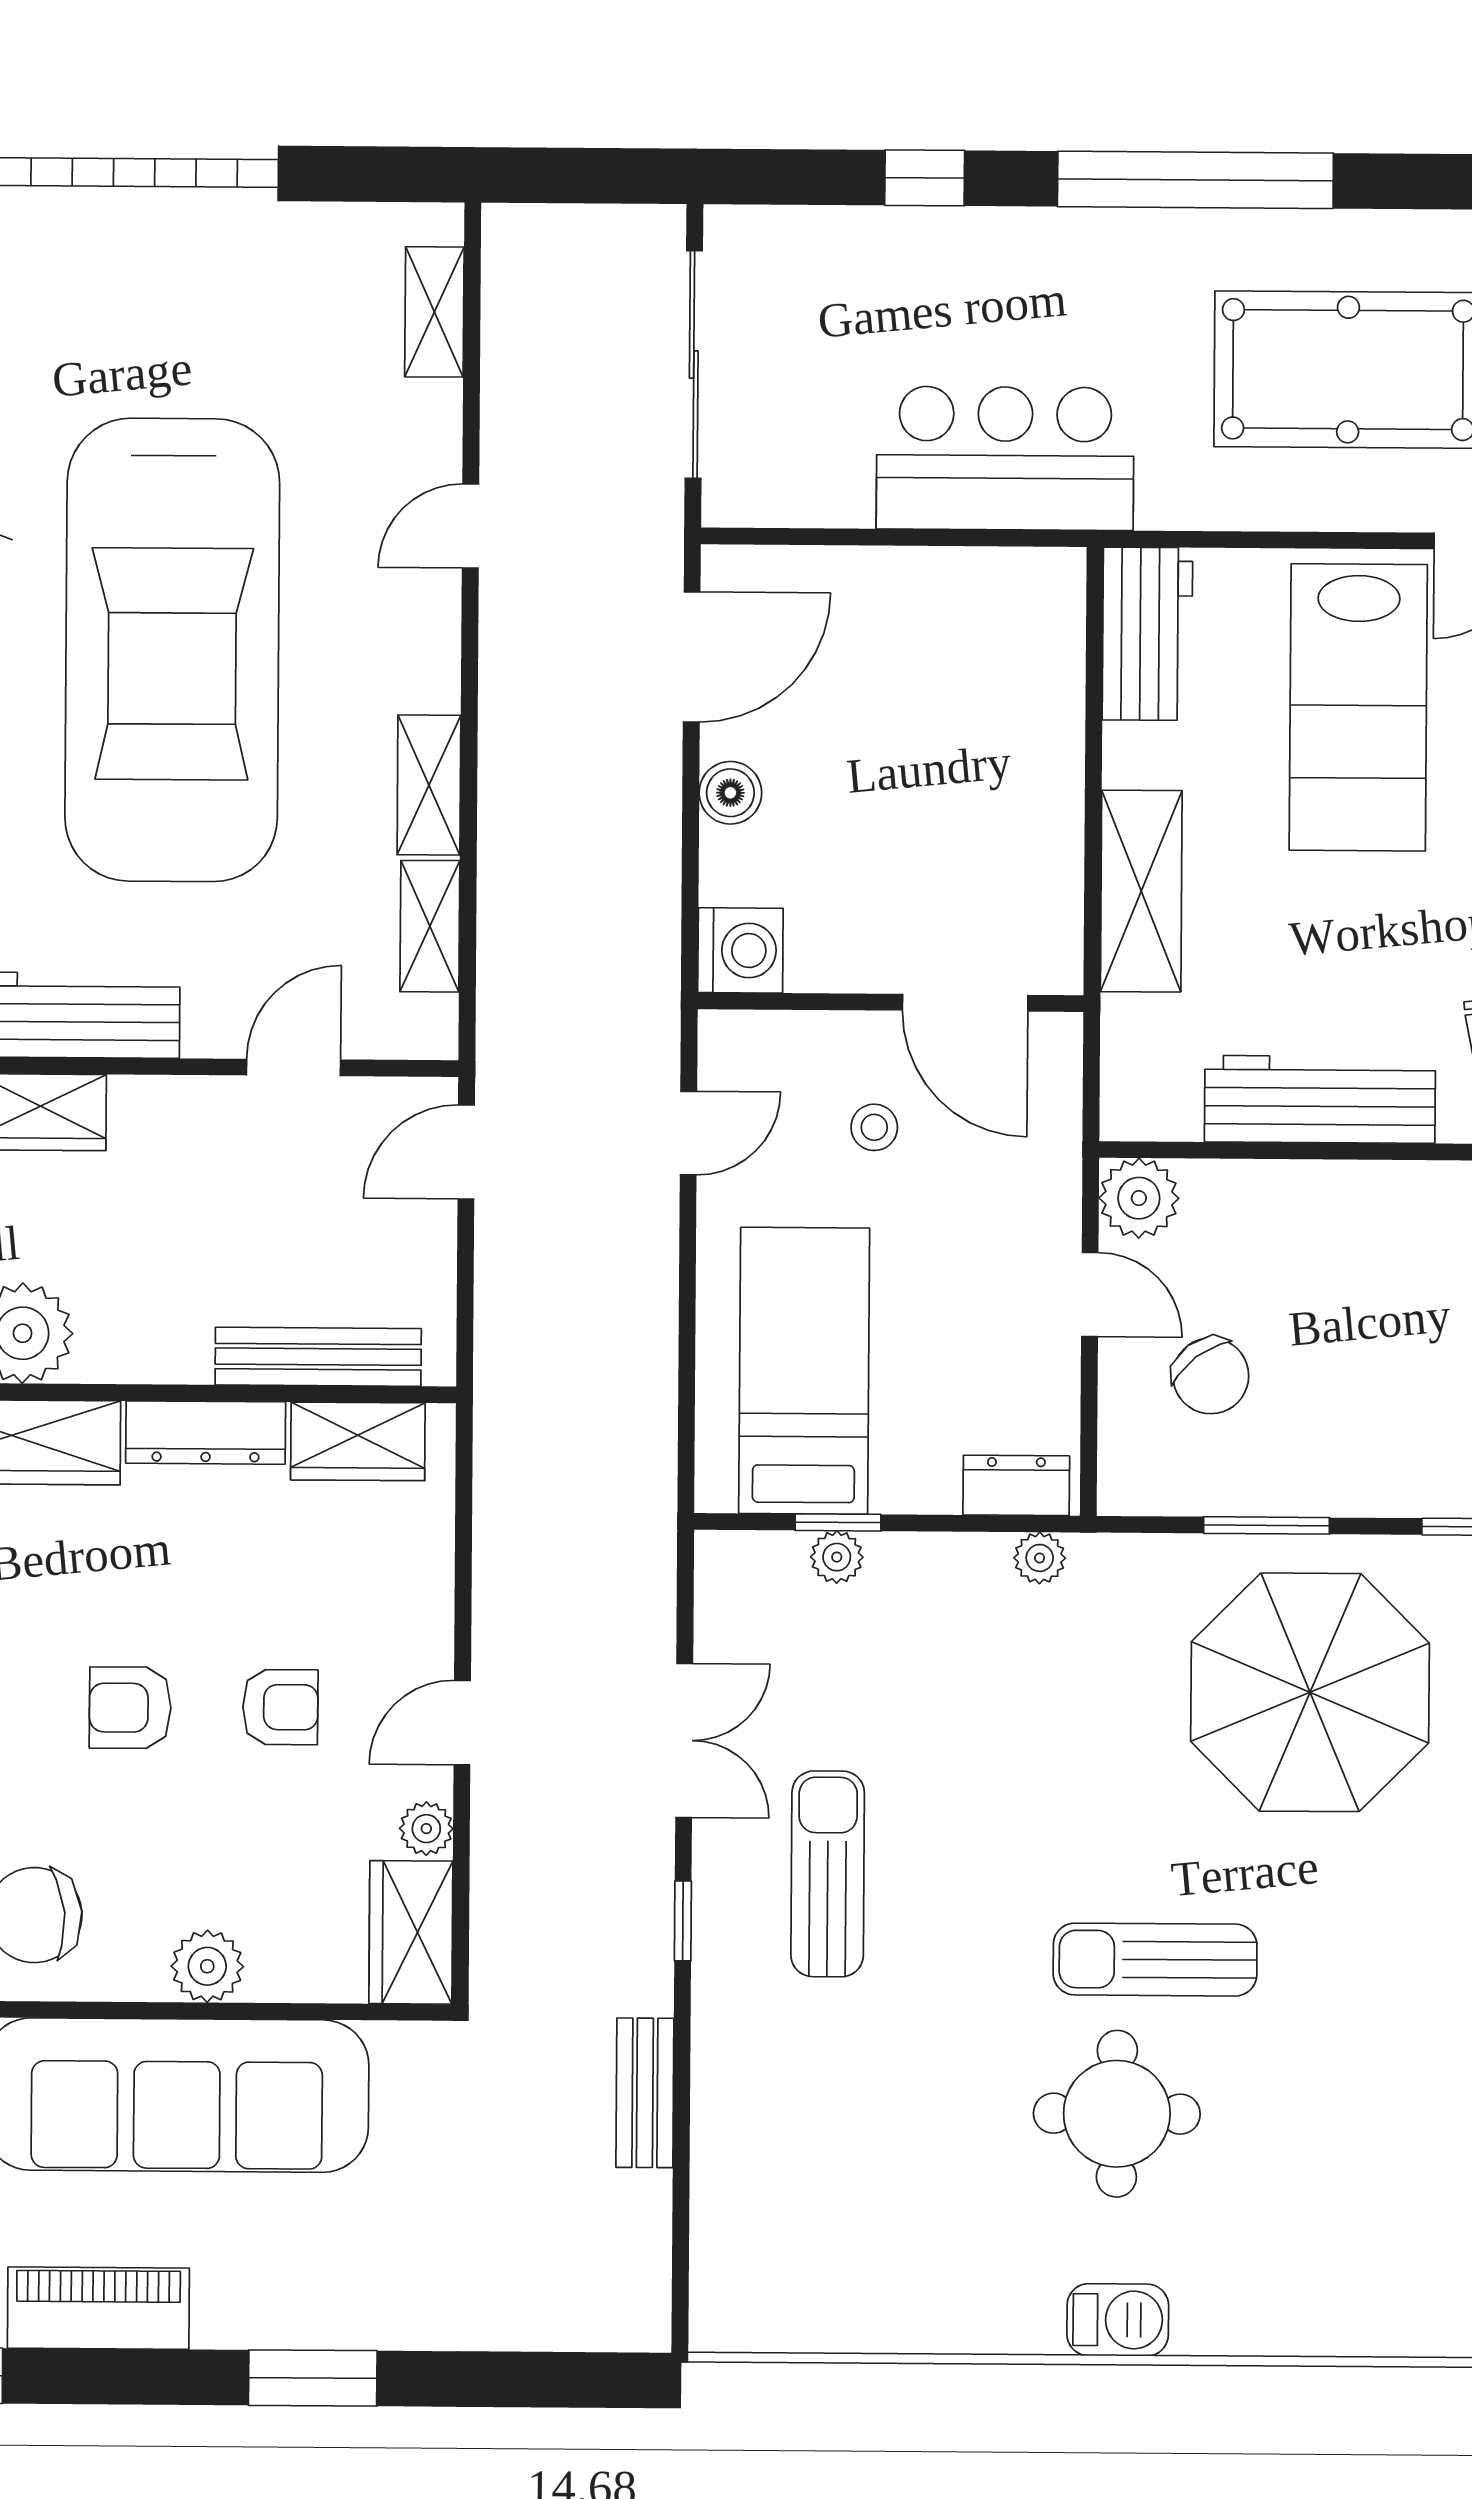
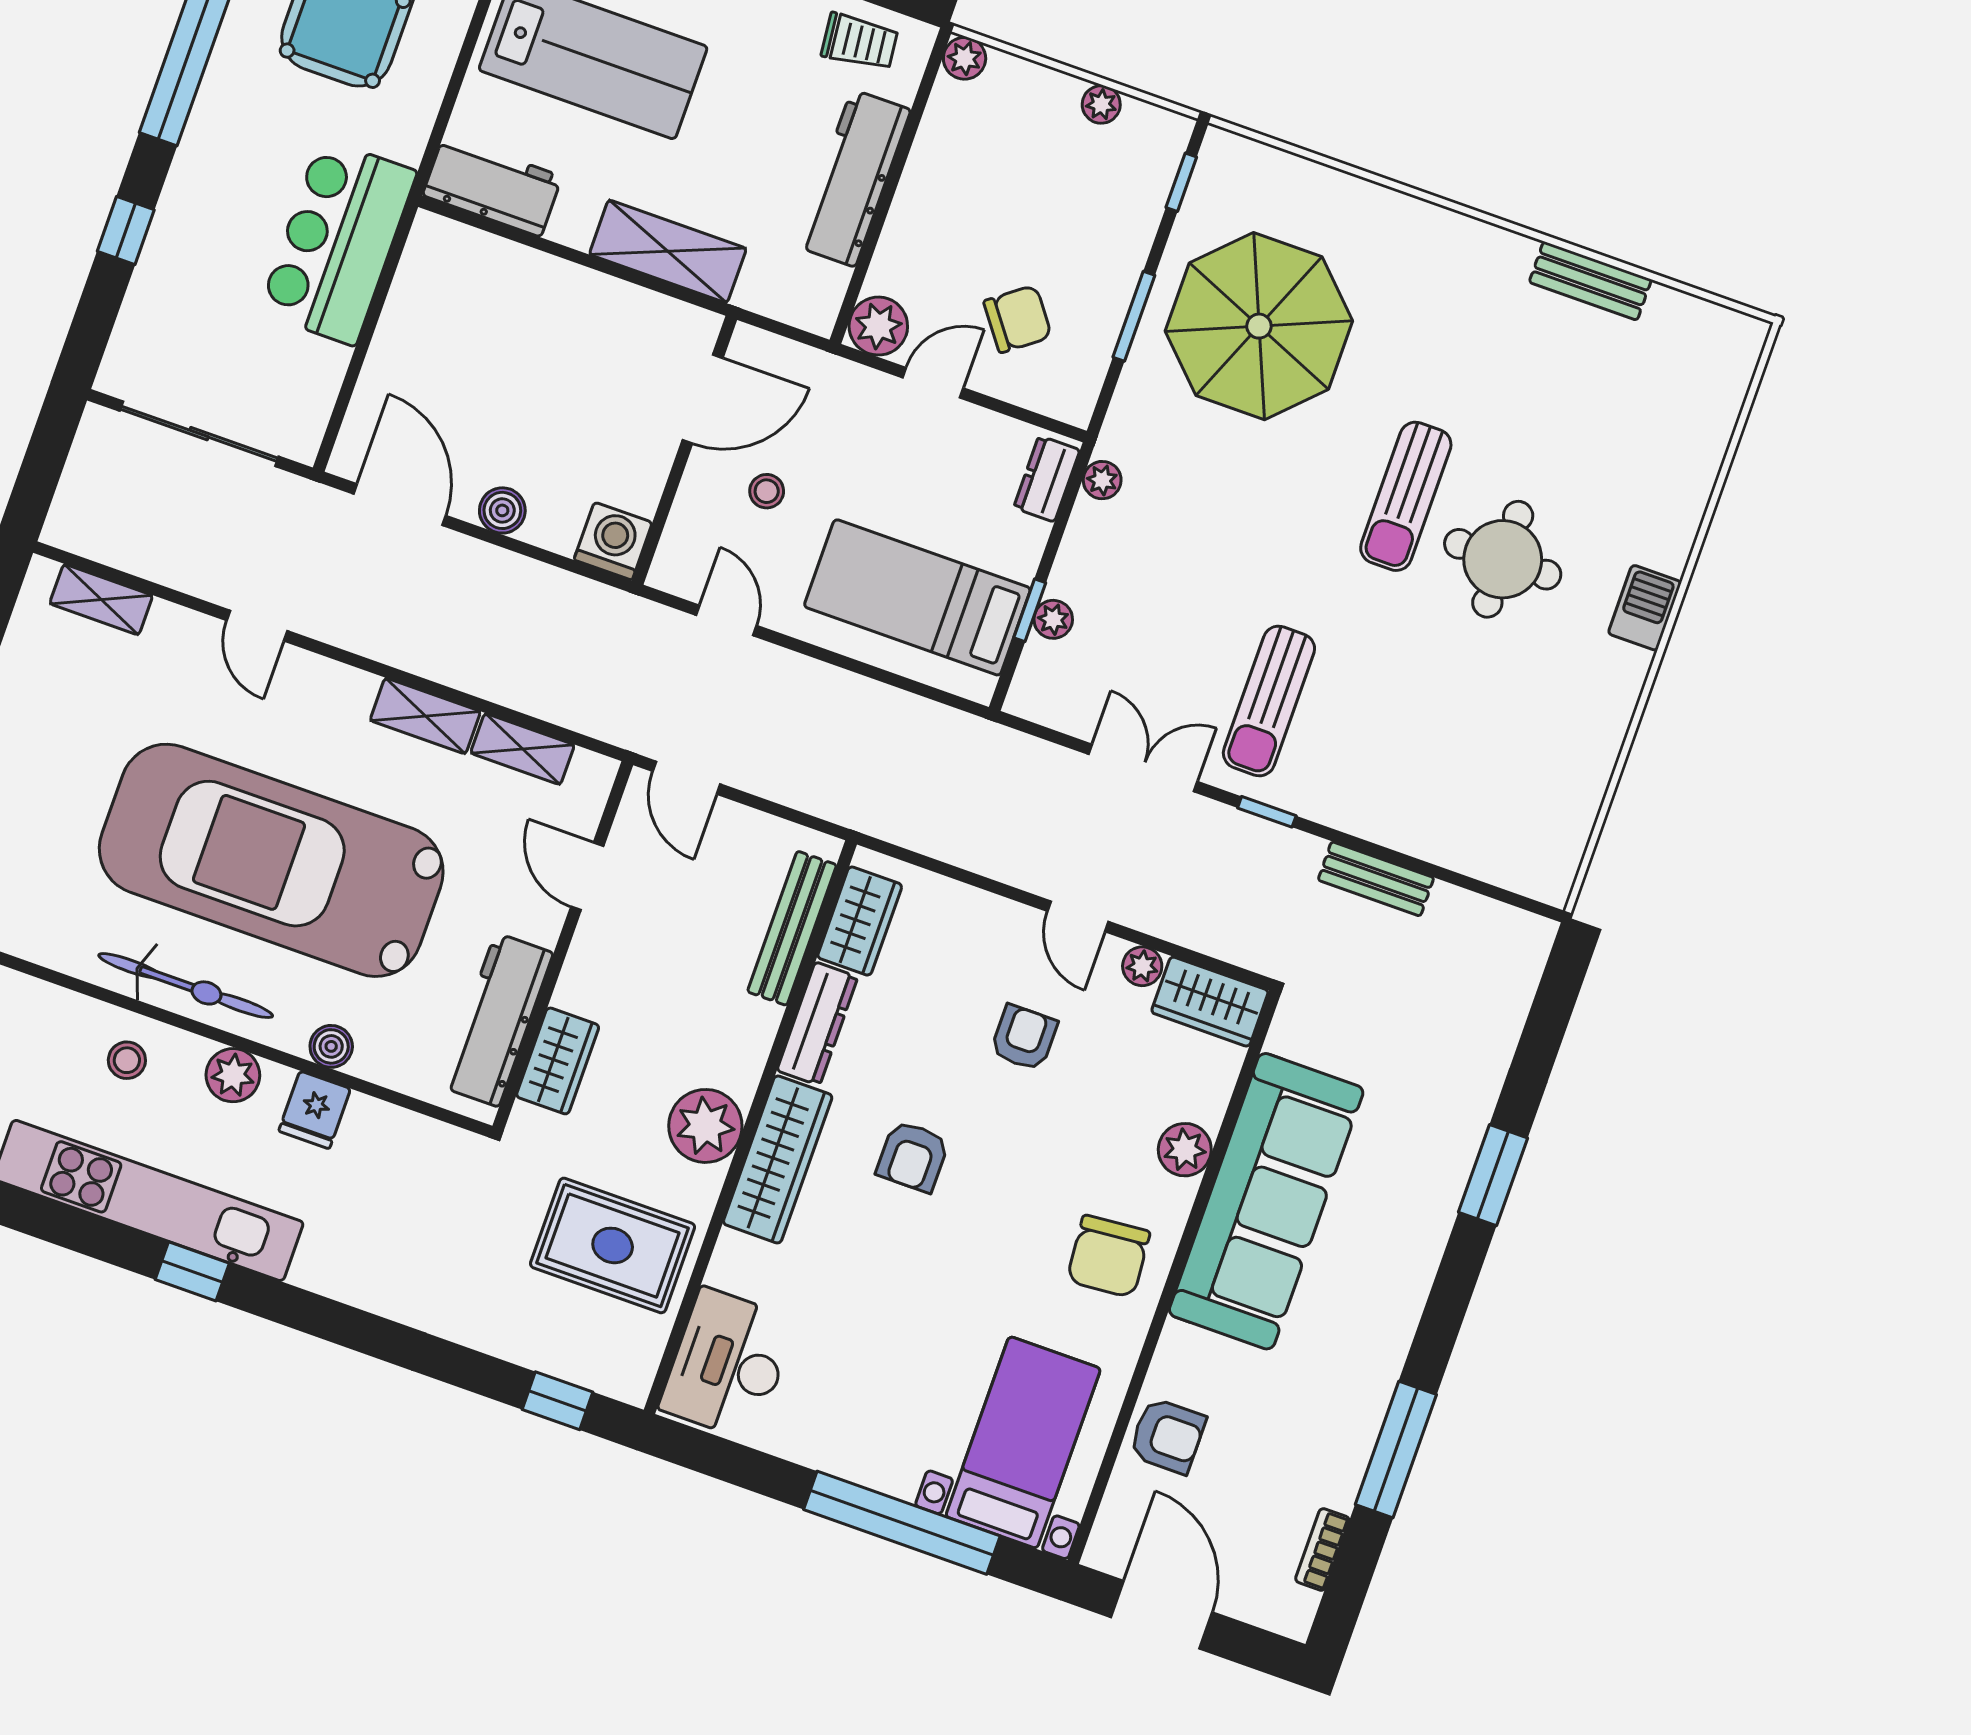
car: (172, 650) -> (271, 860), turned 180
armchair: (130, 1708) -> (913, 1156), moved
sun lounger: (828, 1874) -> (1269, 701), turned -90
piano: (98, 2308) -> (1394, 1306), removed

